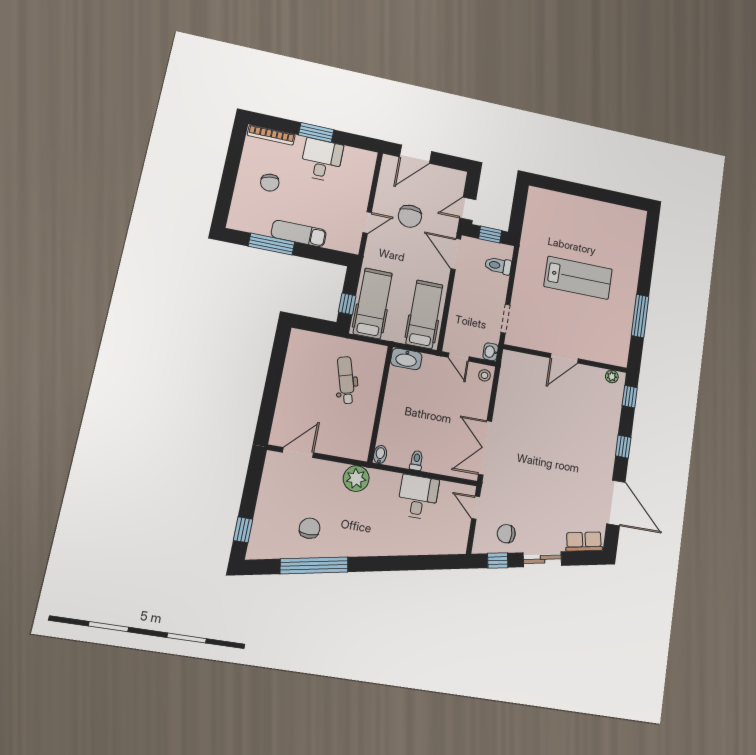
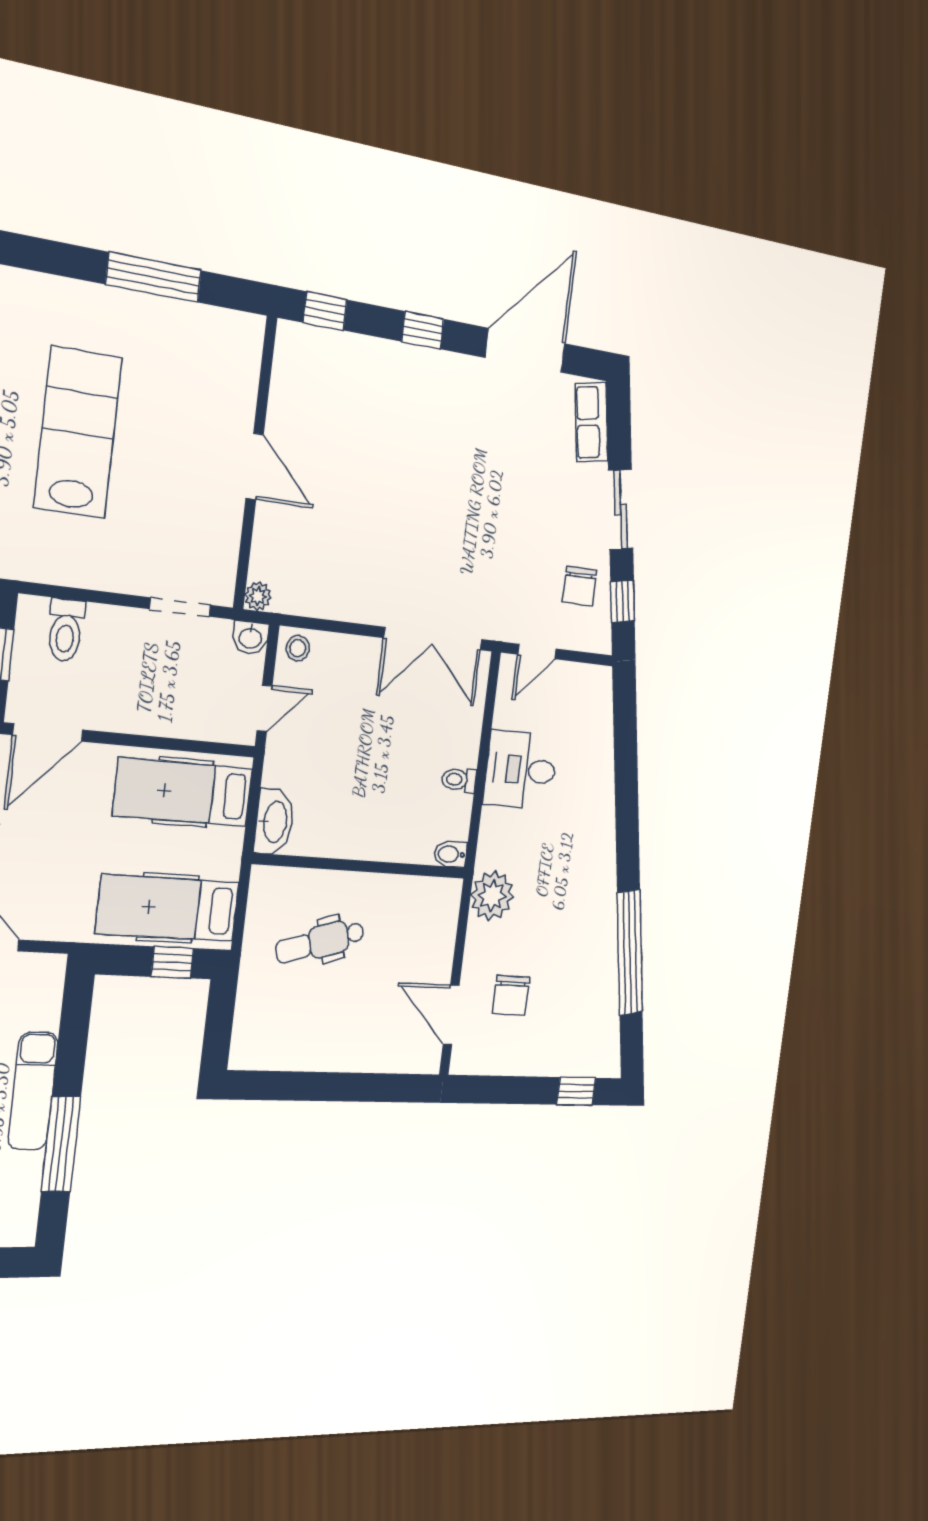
plant: (612, 377) -> (258, 596), moved
chair: (310, 528) -> (511, 995), moved, turned -90

